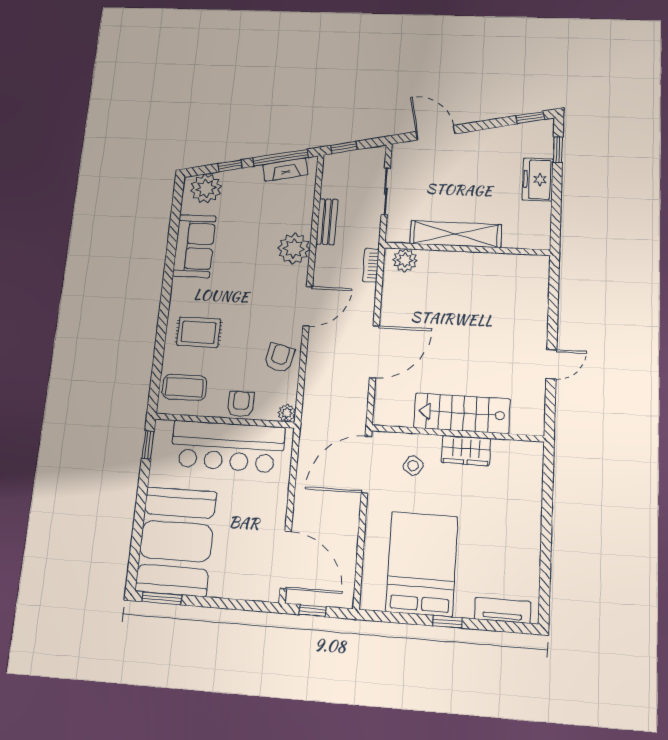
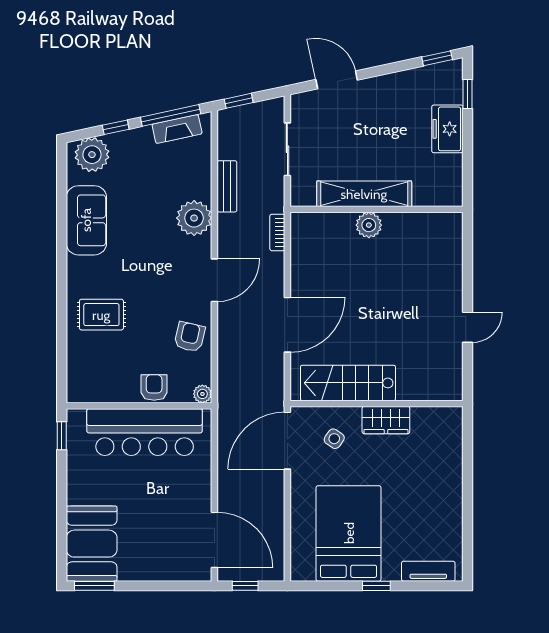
plant: (405, 260) -> (369, 225), moved
coffee table: (184, 387) -> (93, 374), removed
stairs: (462, 413) -> (348, 383), moved
booth: (176, 541) -> (92, 544), width x0.73, depth x0.70

